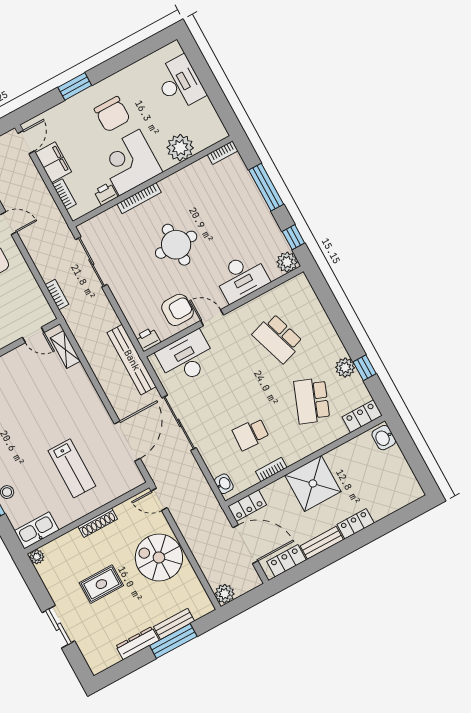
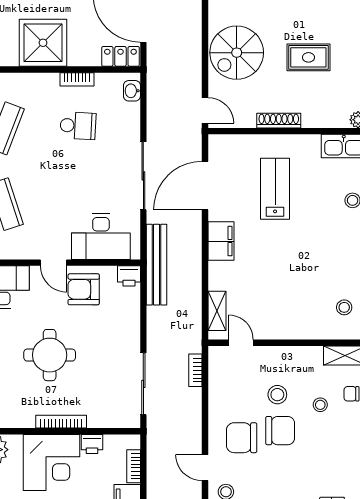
filing cabinet: (92, 405) -> (221, 241), added
spiral stairs: (159, 557) -> (237, 53), turned 90

